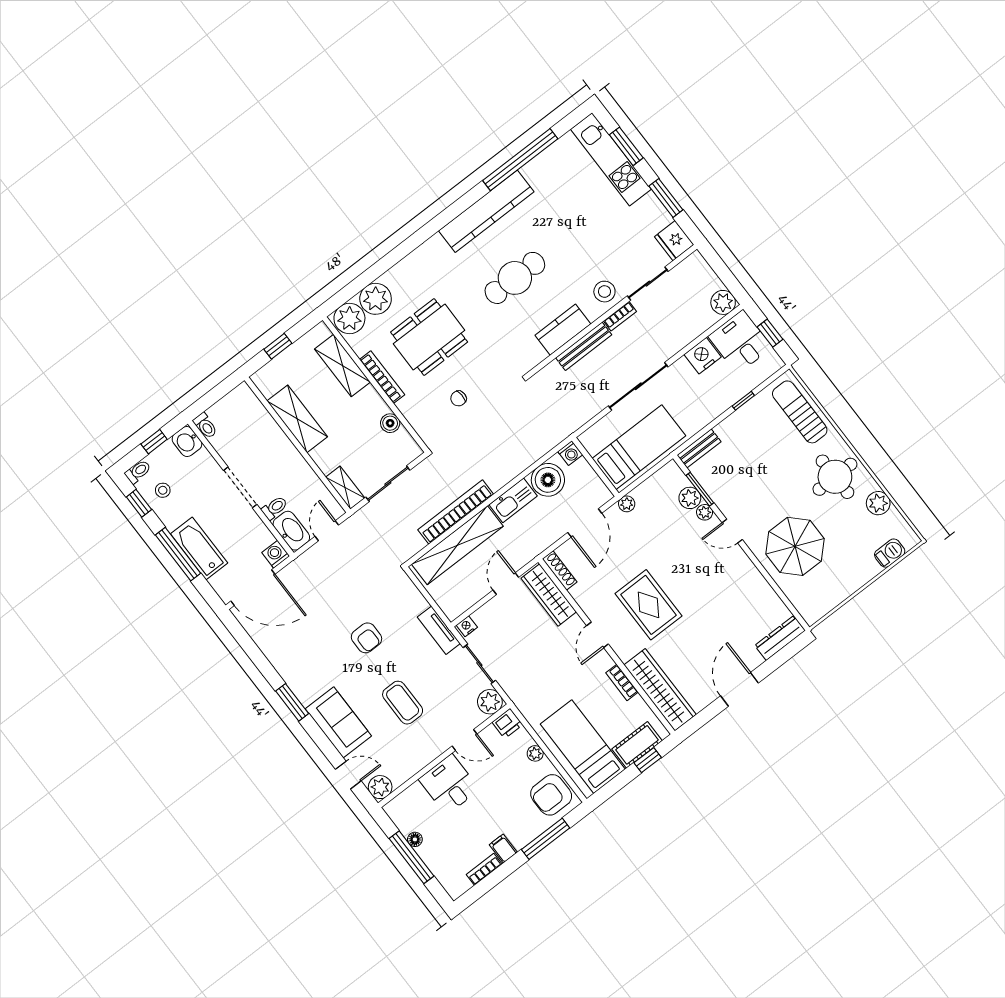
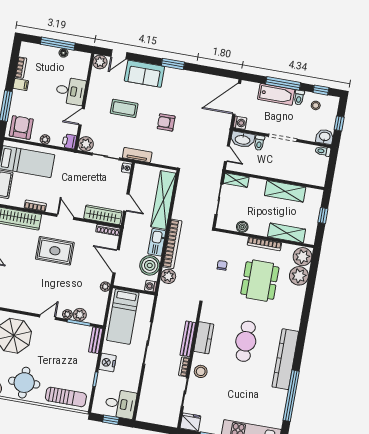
plant: (723, 302) -> (168, 276), moved
nightstand: (703, 356) -> (107, 363), moved, turned 180
toilet: (138, 472) -> (299, 97), moved
bookcase: (456, 512) -> (172, 244), moved

